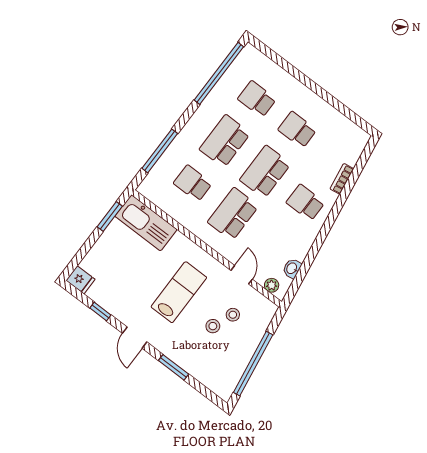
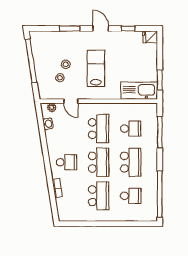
school desk: (297, 130) -> (99, 196), width x1.85
lab bench: (179, 292) -> (96, 68), turned 180

